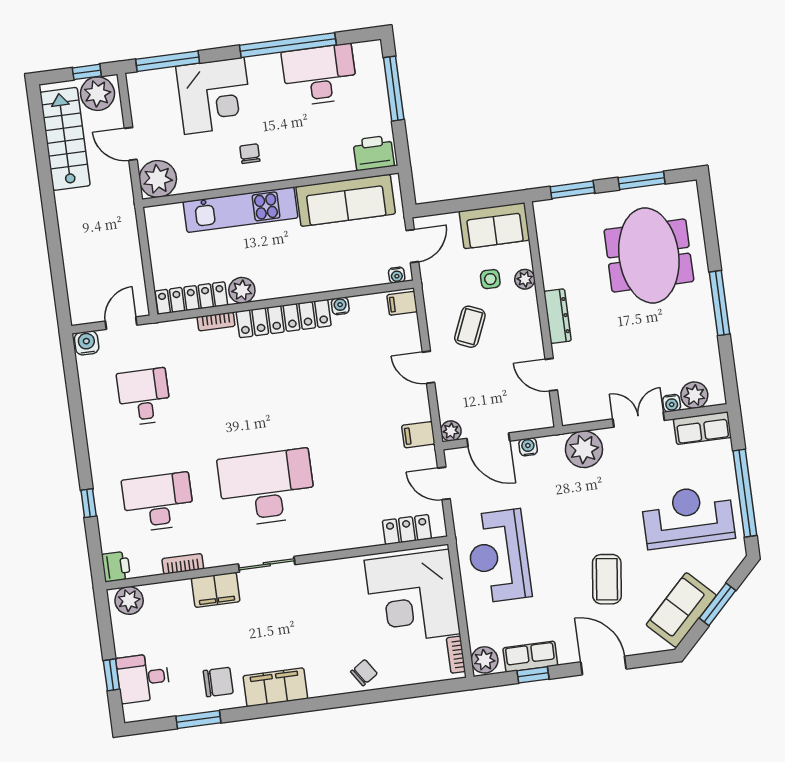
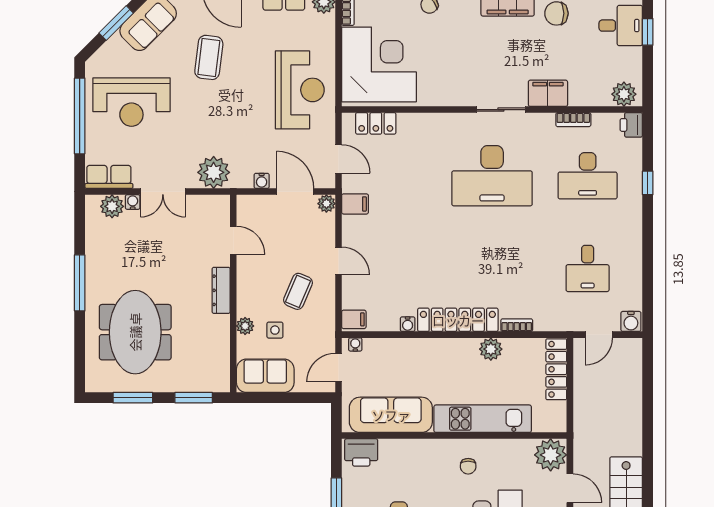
locker: (191, 298) -> (556, 369), moved, turned 90

